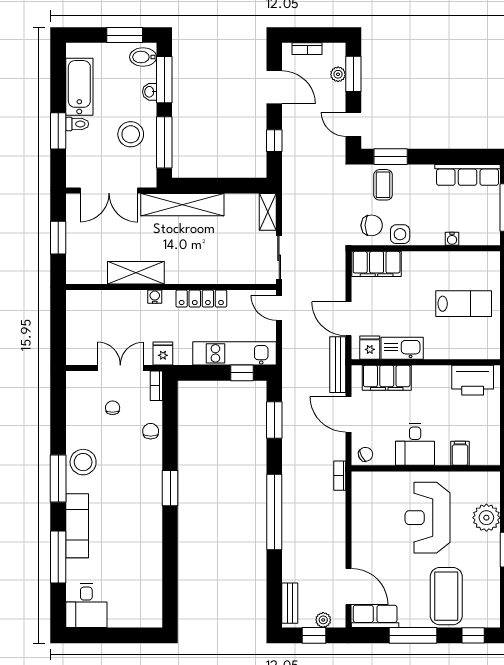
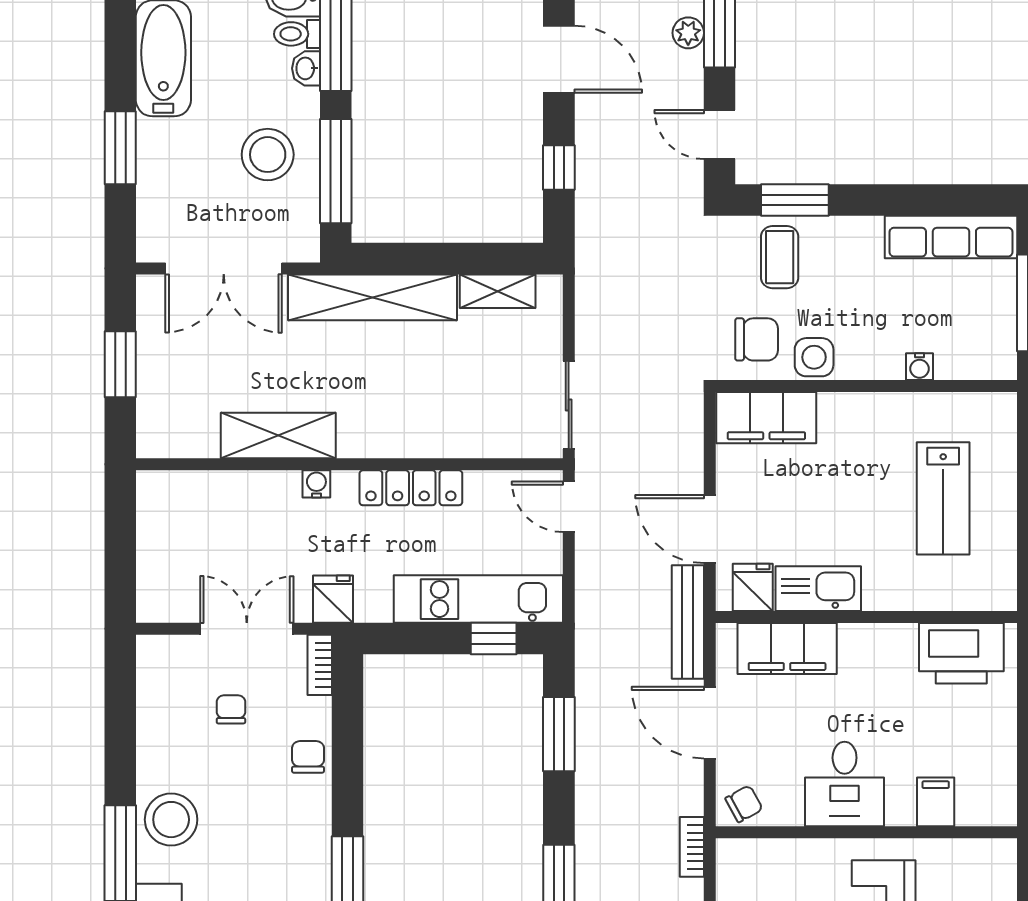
toilet: (77, 124) -> (297, 34), moved, turned 180
shelving: (268, 212) -> (498, 291), moved, turned 90
lab bench: (464, 304) -> (943, 498), turned 90

